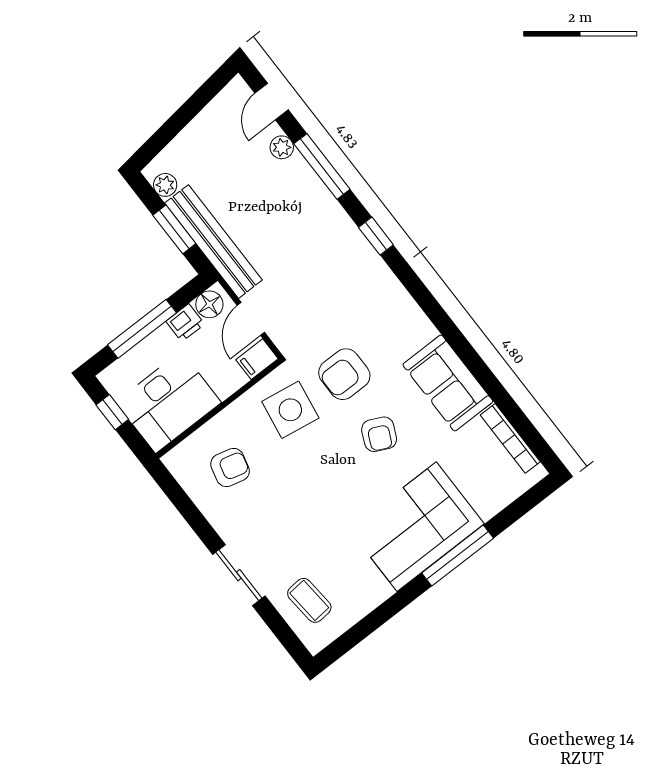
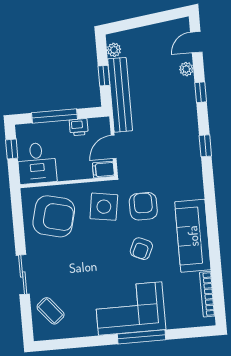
window: (322, 166) -> (201, 92), width x0.46
window: (174, 229) -> (104, 76), width x0.67
floor lamp: (209, 304) -> (97, 126), removed
armchair: (344, 374) -> (143, 206), turned 90
sofa: (448, 383) -> (193, 236), width x1.36
desk: (169, 402) -> (37, 163), width x0.73
armchair: (230, 467) -> (54, 216), width x1.88, depth x1.88
coffee table: (309, 600) -> (51, 311), turned -35

